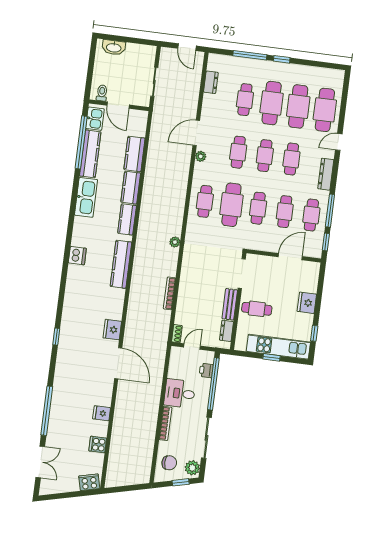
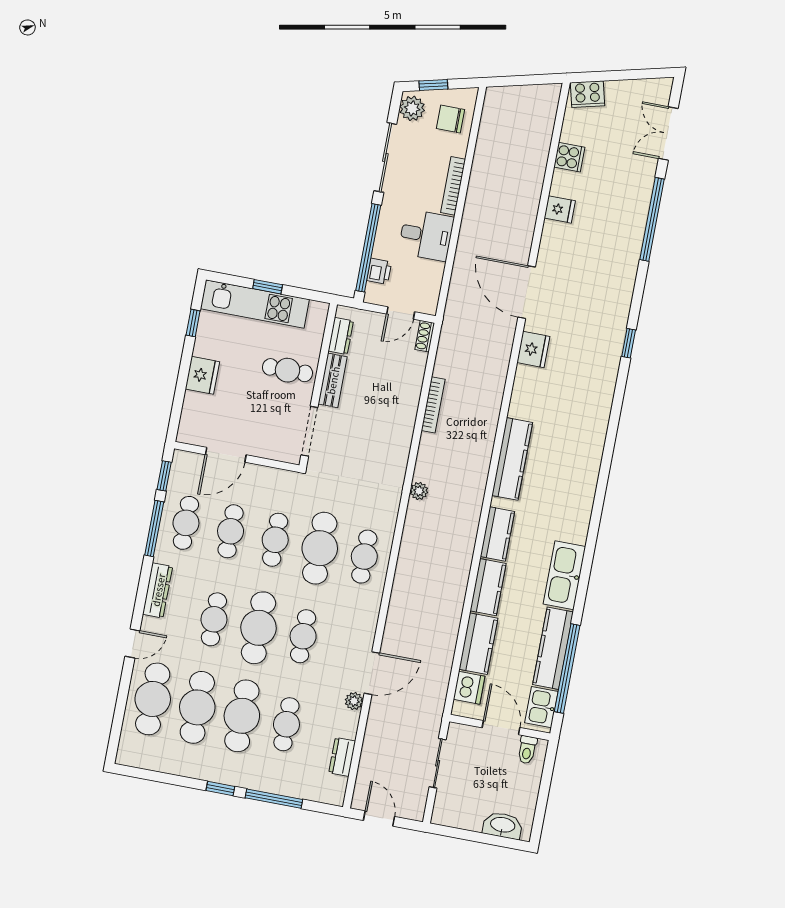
plant: (201, 156) -> (354, 701), moved
cafe table: (265, 156) -> (259, 628), width x1.37, depth x1.35
dishwasher: (77, 256) -> (469, 688), moved, turned 180

